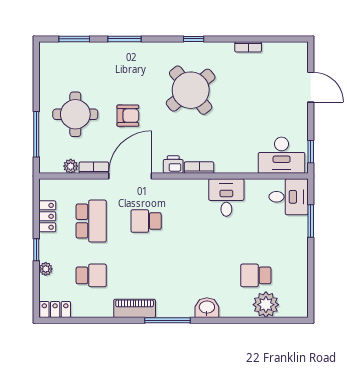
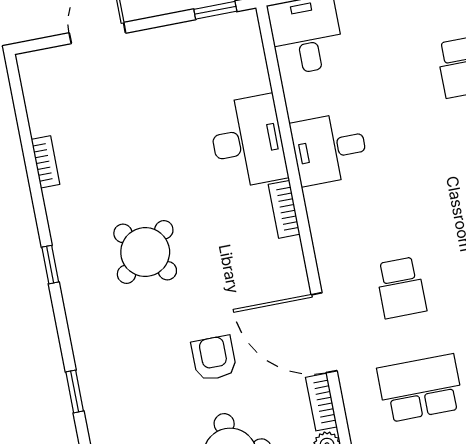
window: (124, 39) -> (75, 391), width x0.67
round table: (191, 90) -> (145, 252), width x0.73, depth x0.73
desk: (282, 155) -> (248, 142), moved
printer: (173, 165) -> (288, 258), removed

